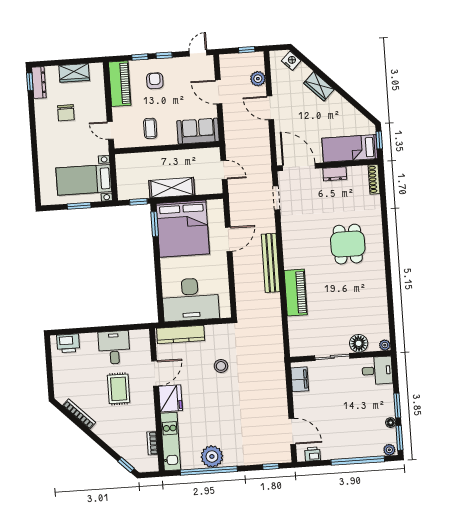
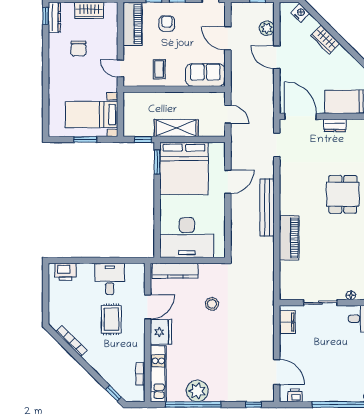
floor lamp: (359, 343) -> (351, 295), width x0.53, depth x0.53

